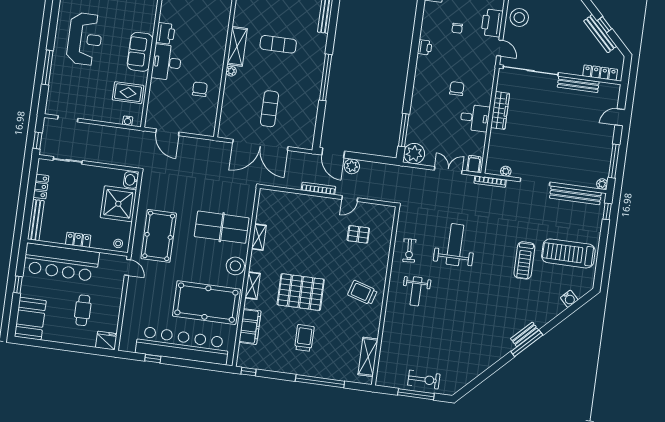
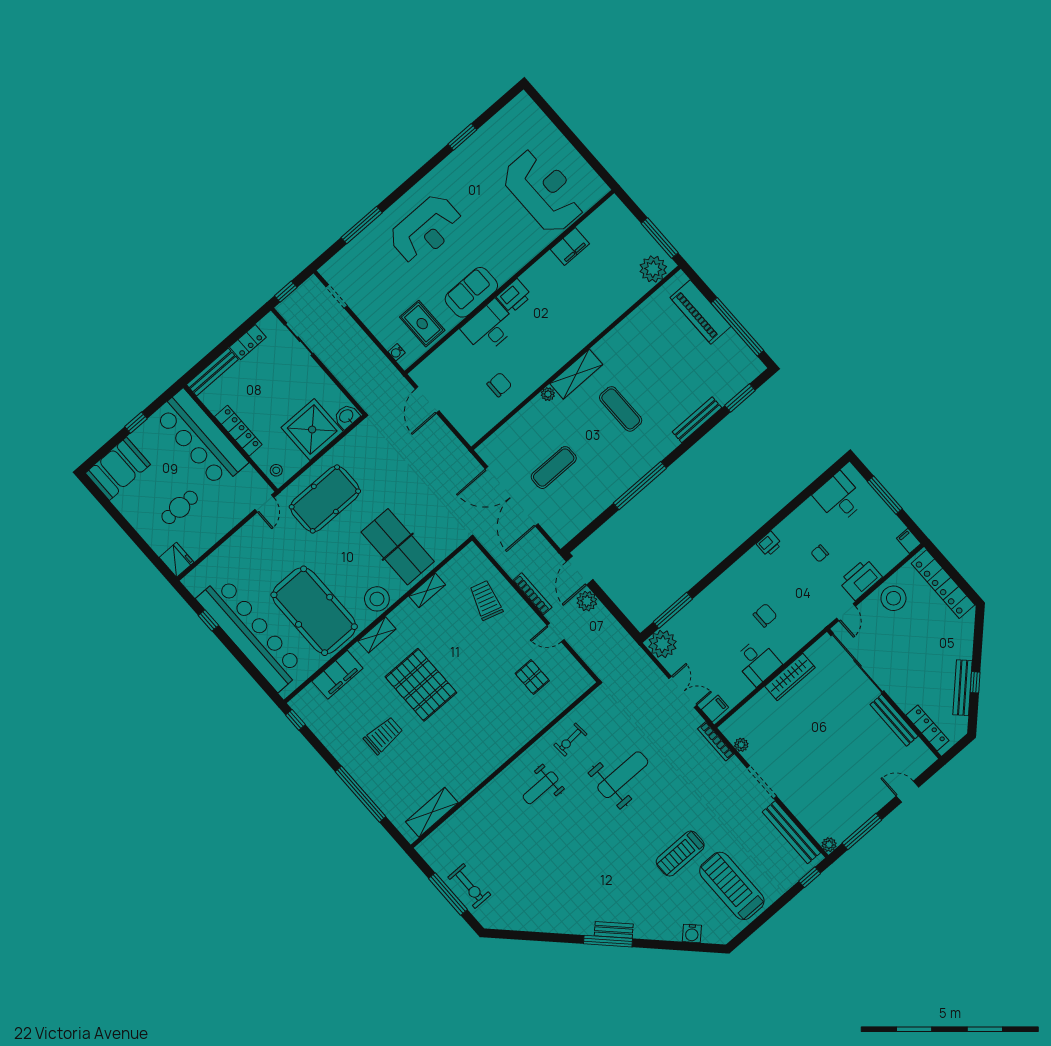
locker: (78, 240) -> (238, 431), width x1.53
trolley: (362, 293) -> (486, 600), moved

